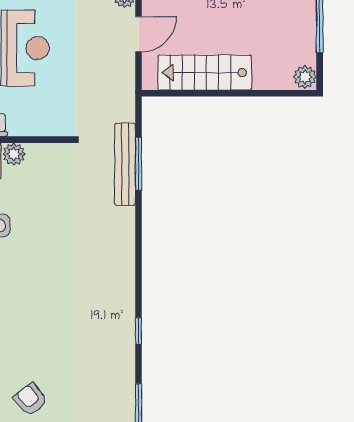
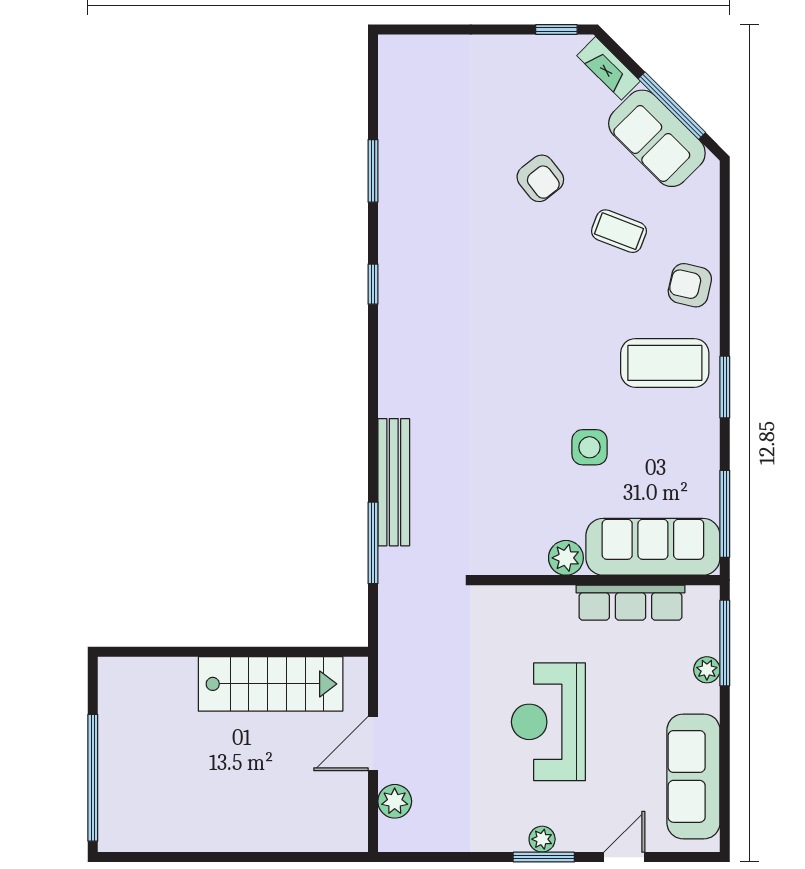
plant: (305, 77) -> (116, 677), removed
bench: (125, 164) -> (394, 482), moved

